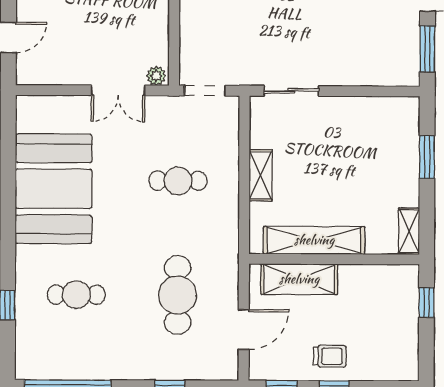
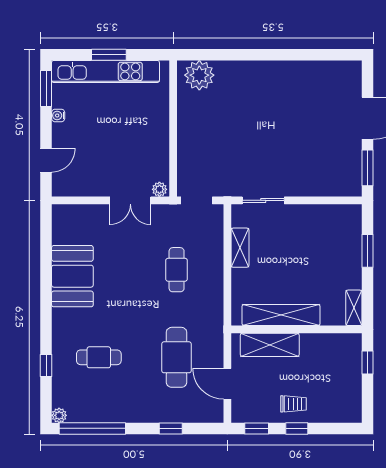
shelving: (261, 175) -> (240, 248), moved
cafe table: (178, 181) -> (177, 270), turned 90
booth: (54, 189) -> (72, 276), width x0.73, depth x0.70
door: (244, 330) -> (227, 384), swing flipped
plant: (24, 370) -> (59, 415), added

